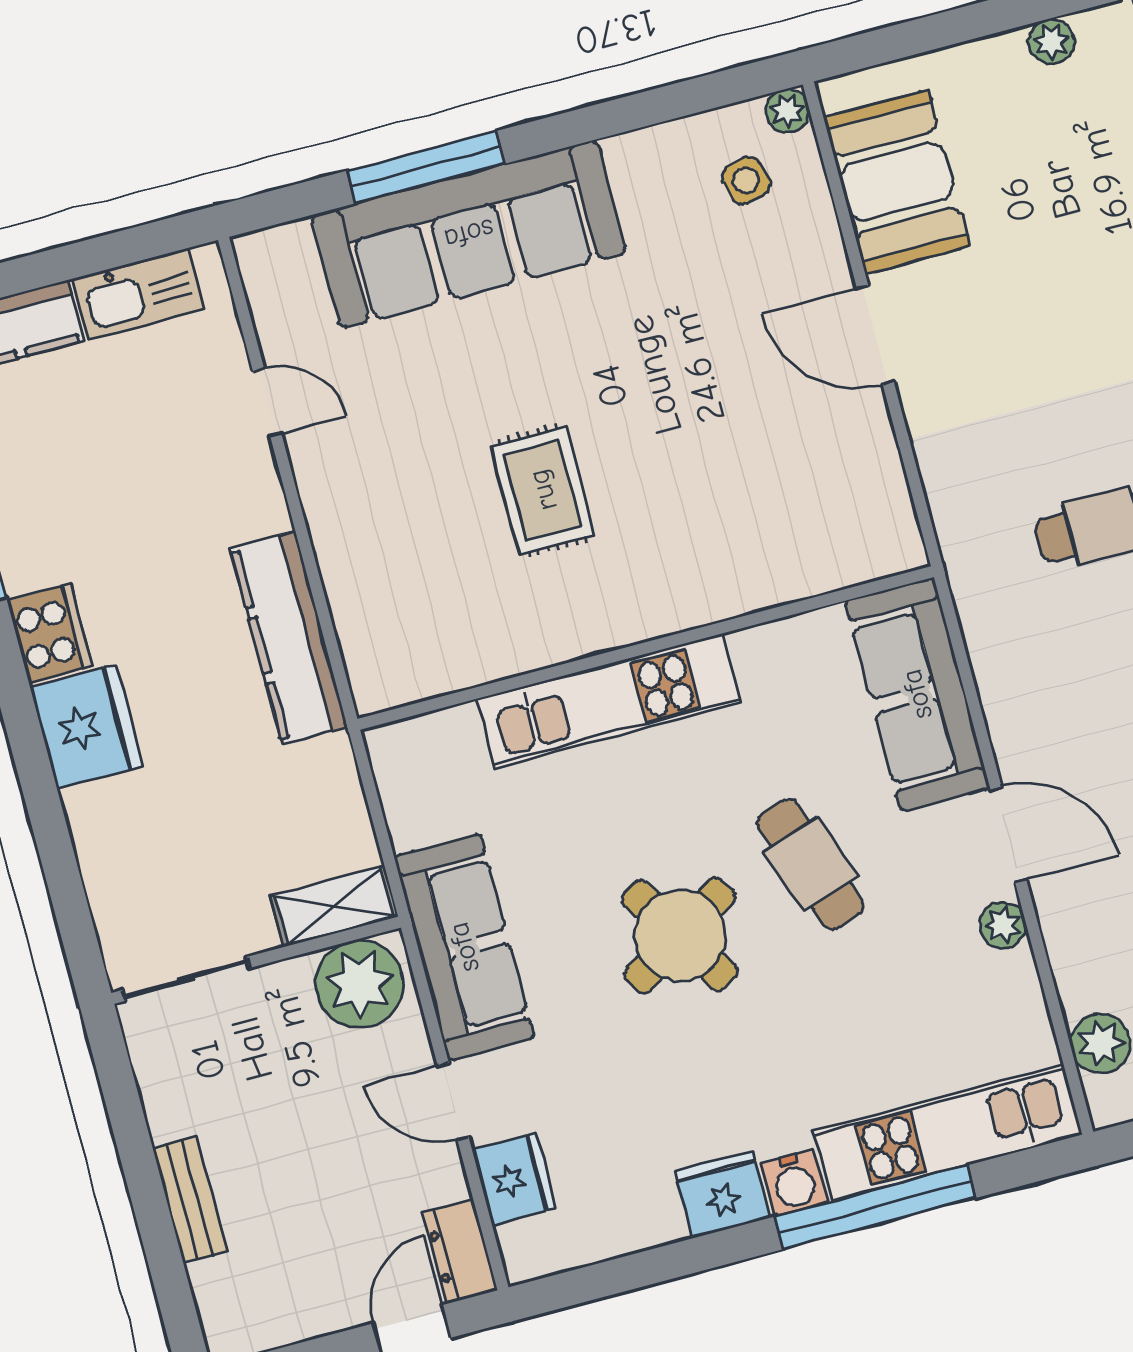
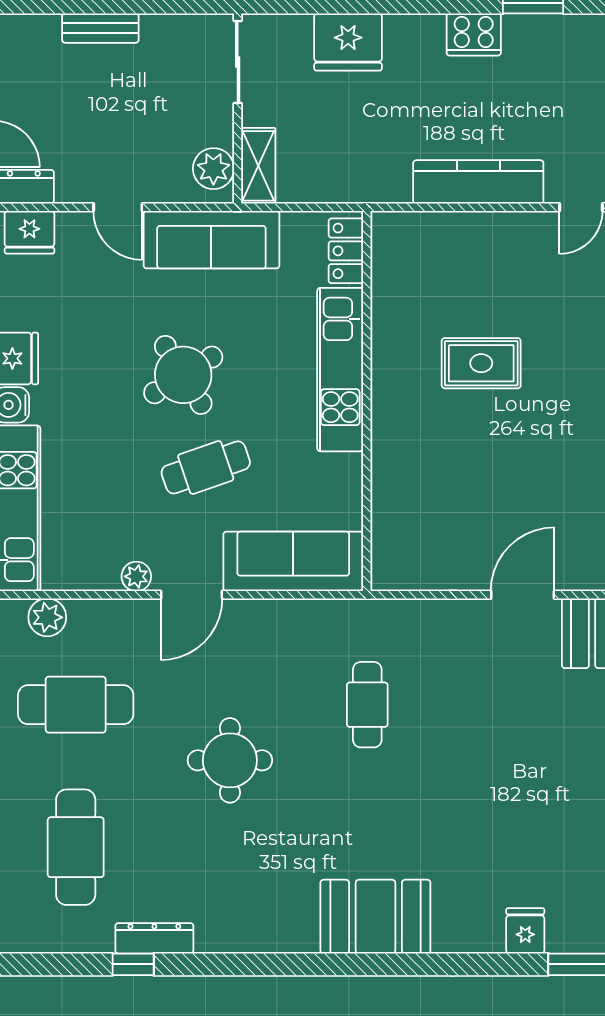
kitchen counter: (289, 638) -> (478, 182), moved
fridge: (87, 727) -> (348, 42), moved
locker: (427, 740) -> (346, 251), added
plant: (359, 984) -> (213, 169), width x0.73, depth x0.73
door: (453, 1101) -> (118, 207), swing flipped
fridge: (514, 1179) -> (29, 232), moved

